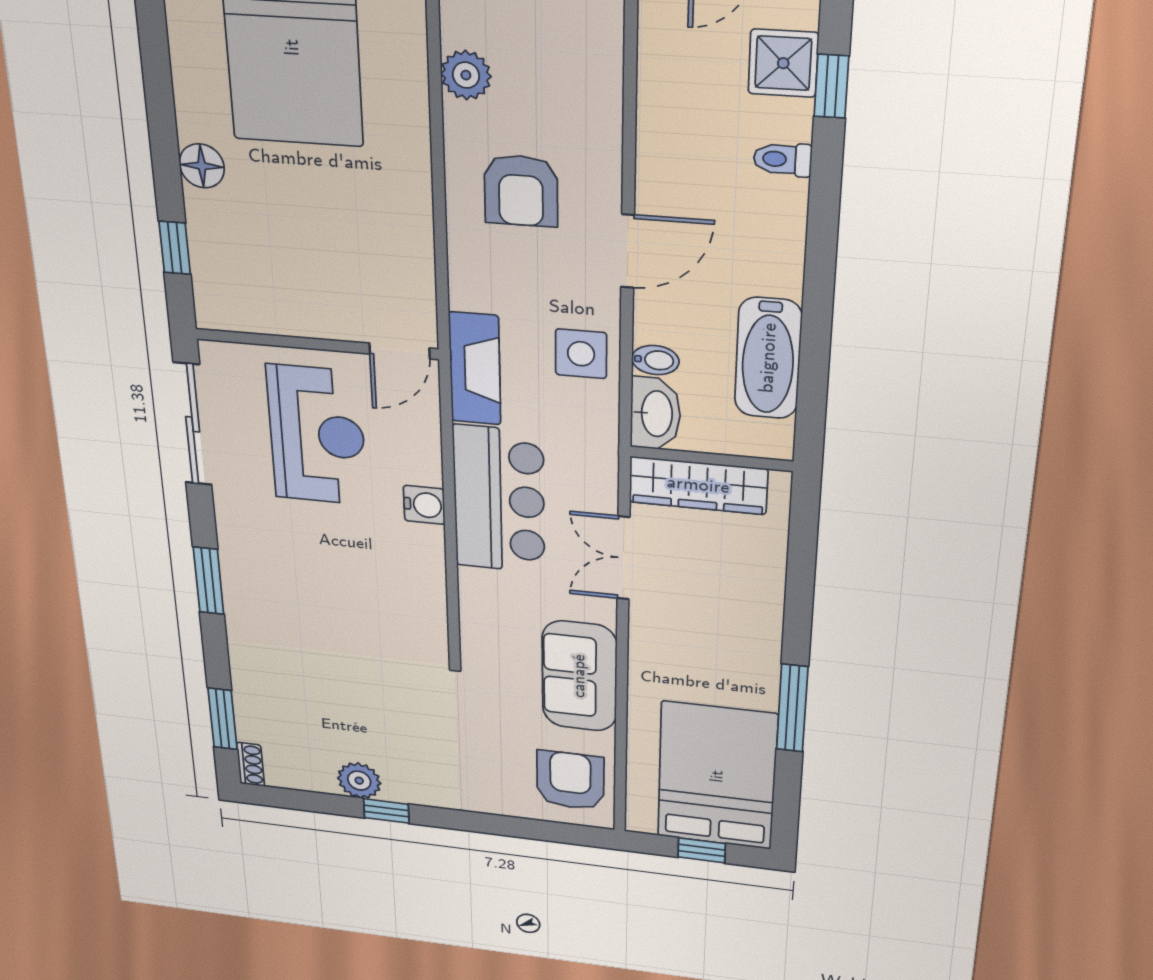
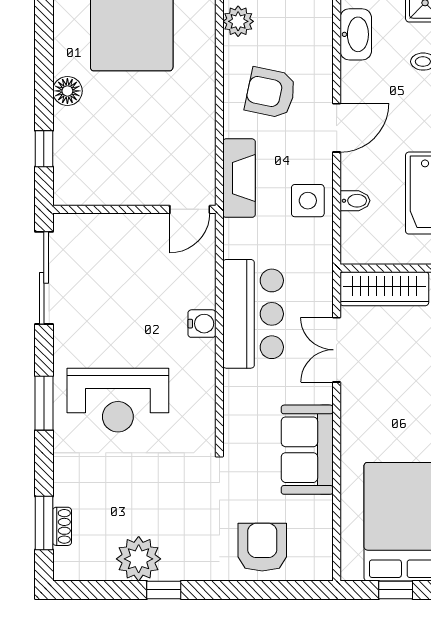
armchair: (521, 191) -> (271, 93), turned 102
fireplace: (475, 369) -> (239, 178), moved
washbasin: (655, 414) -> (356, 34), moved
reception desk: (317, 435) -> (118, 400), moved, turned 90
shoe rack: (250, 764) -> (62, 526), moved
armchair: (570, 780) -> (262, 547), moved
plant: (359, 781) -> (139, 559), width x1.36, depth x1.36

